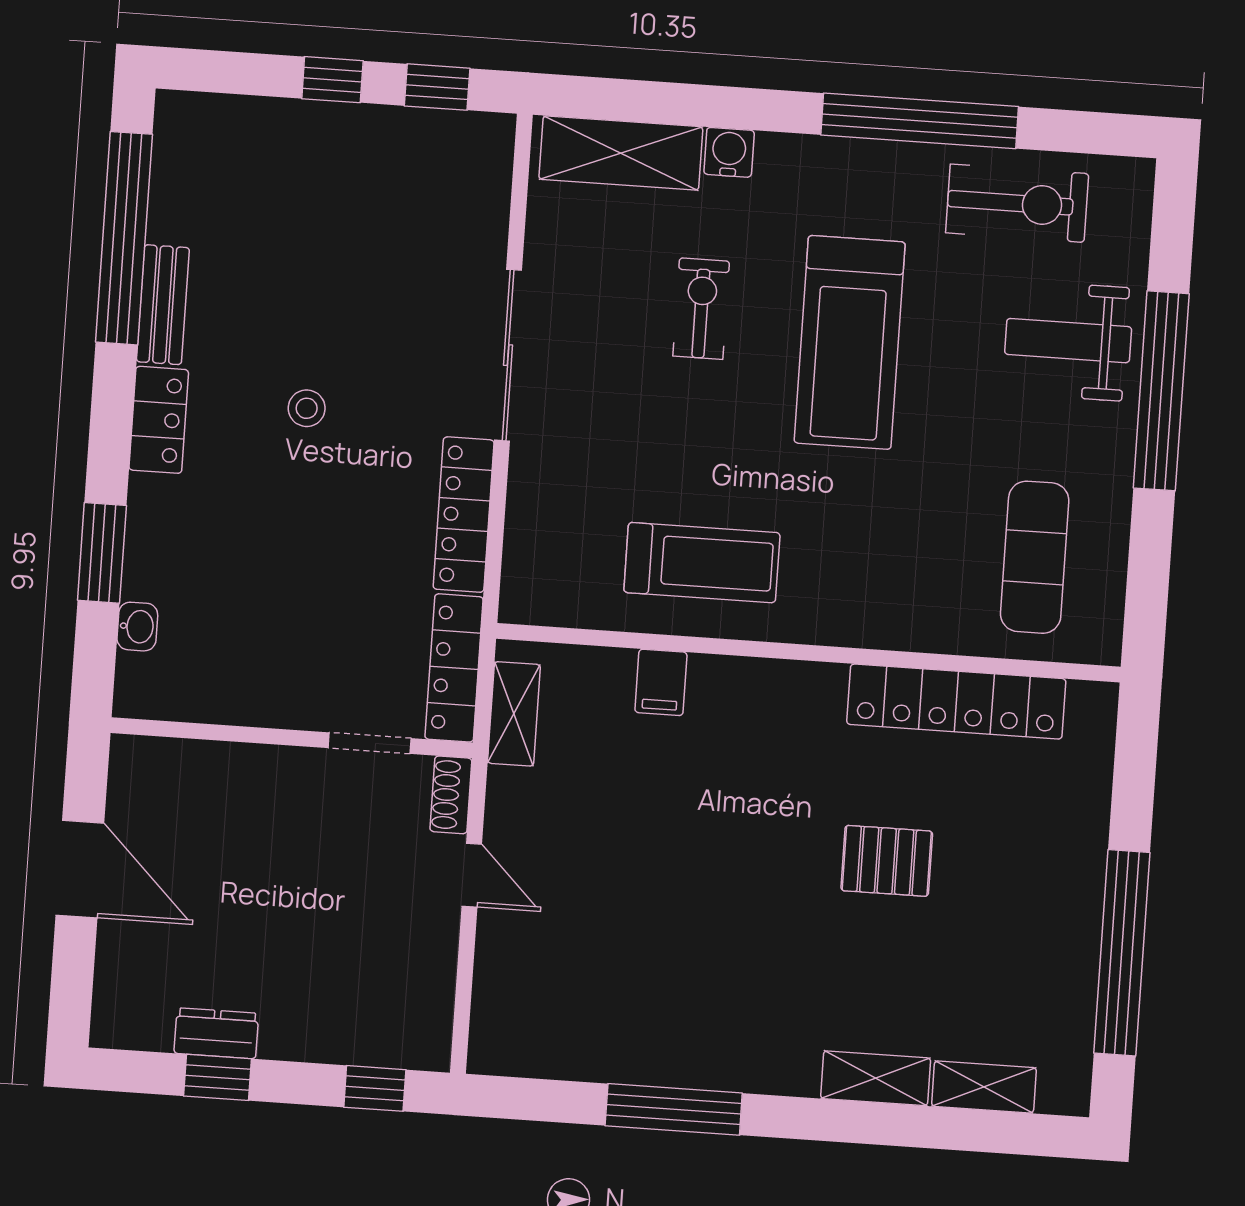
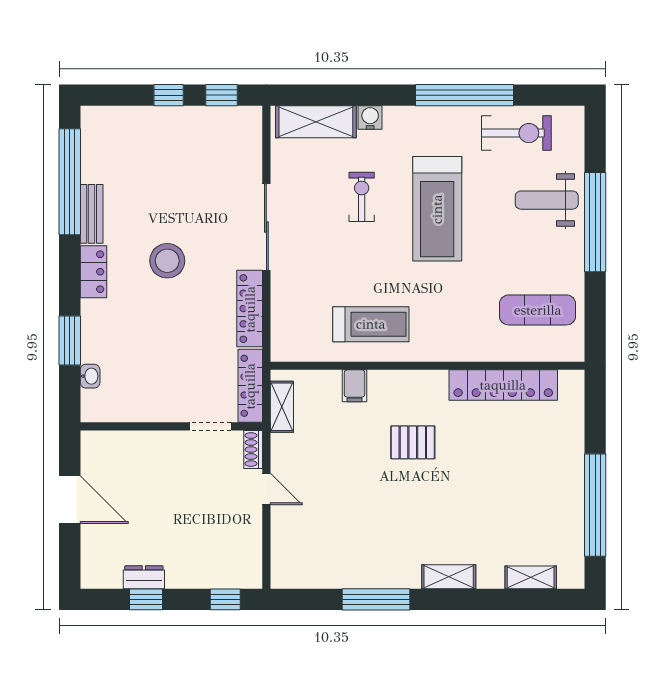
stool: (307, 408) -> (167, 261), width x1.89, depth x1.89
exercise mat: (1035, 557) -> (538, 310), turned 90
pallet: (887, 861) -> (413, 442), moved
shelving: (876, 1078) -> (449, 577), moved

